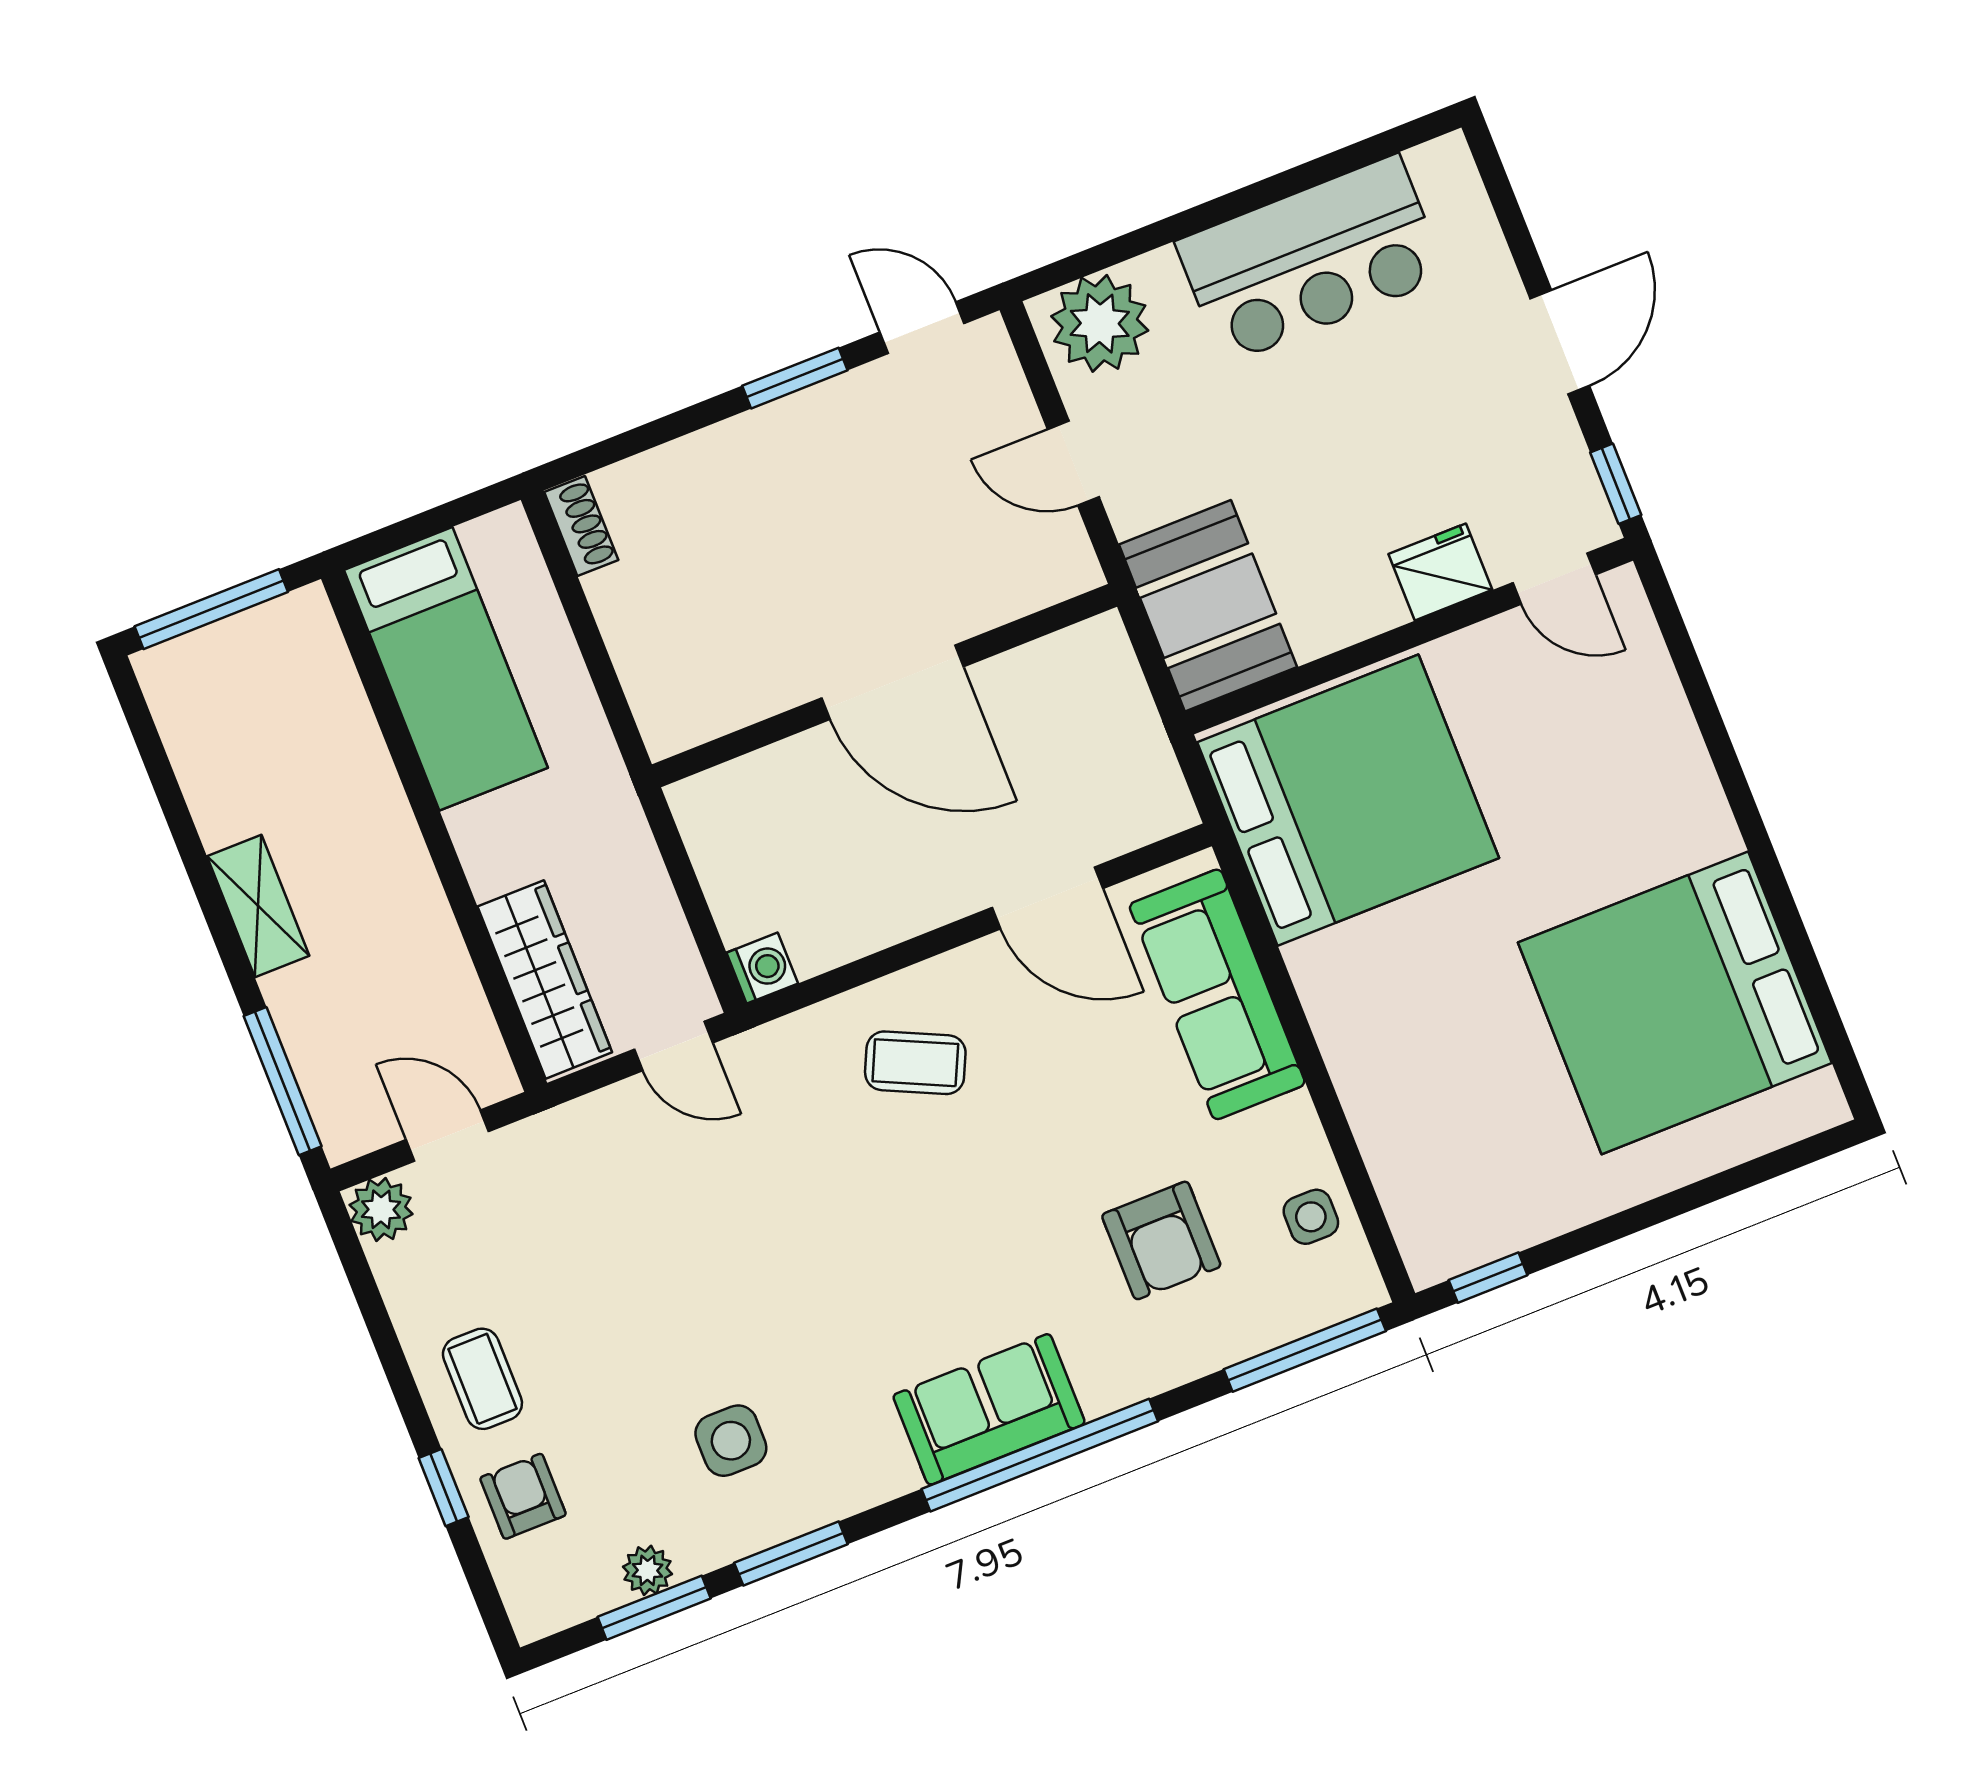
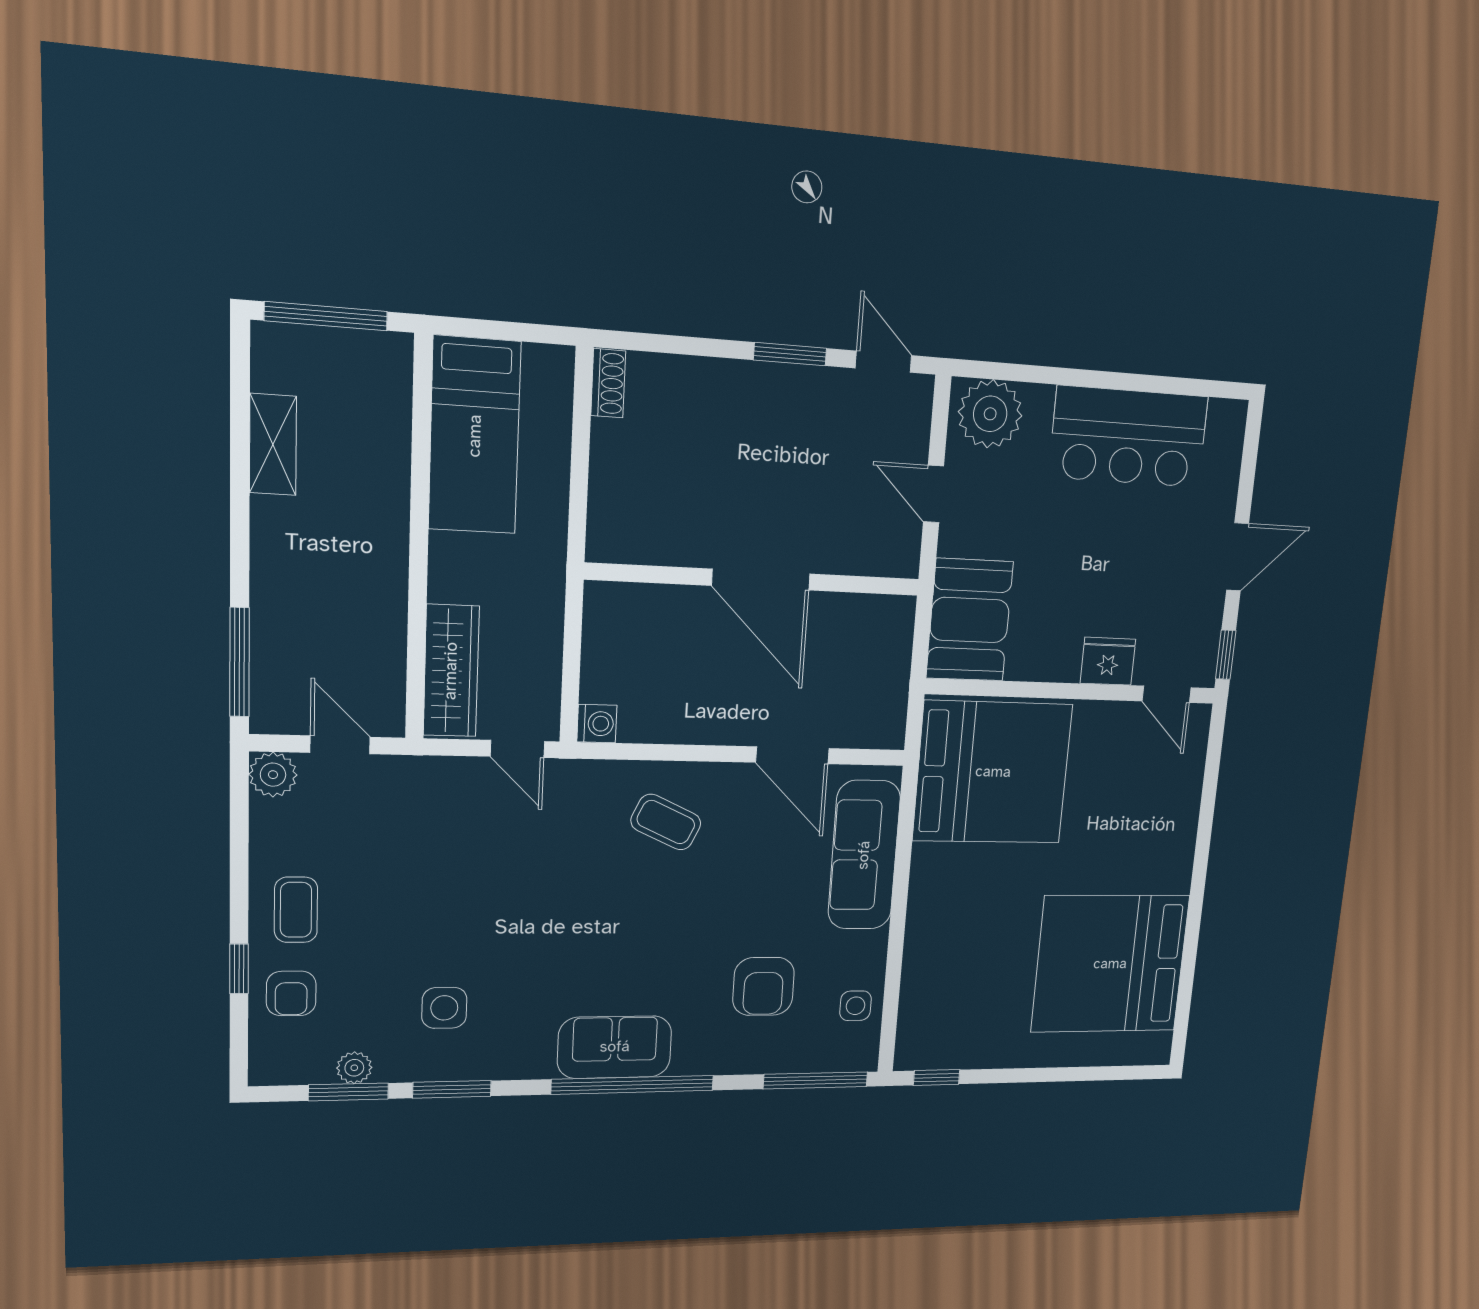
shelving: (258, 906) -> (273, 445), moved
armchair: (523, 1496) -> (291, 993), turned 180

